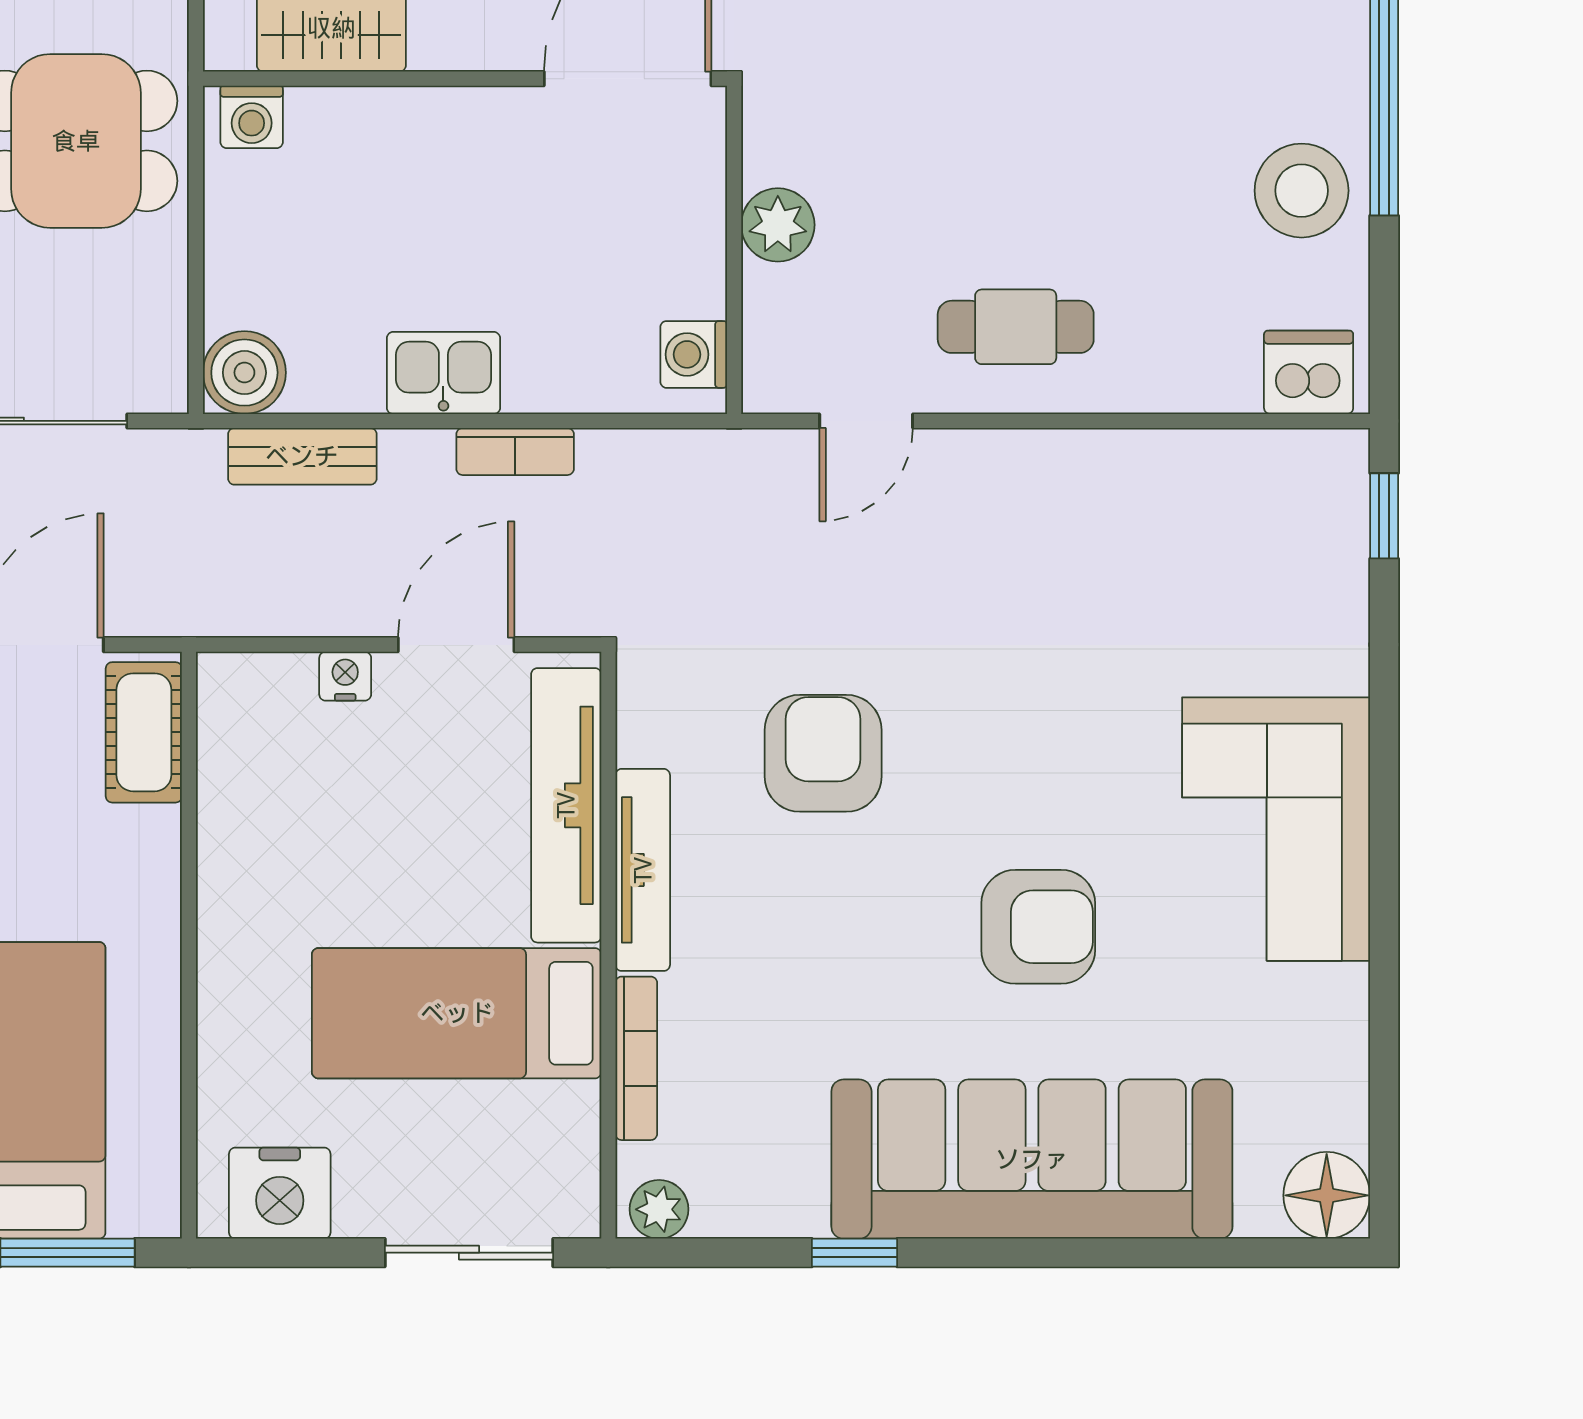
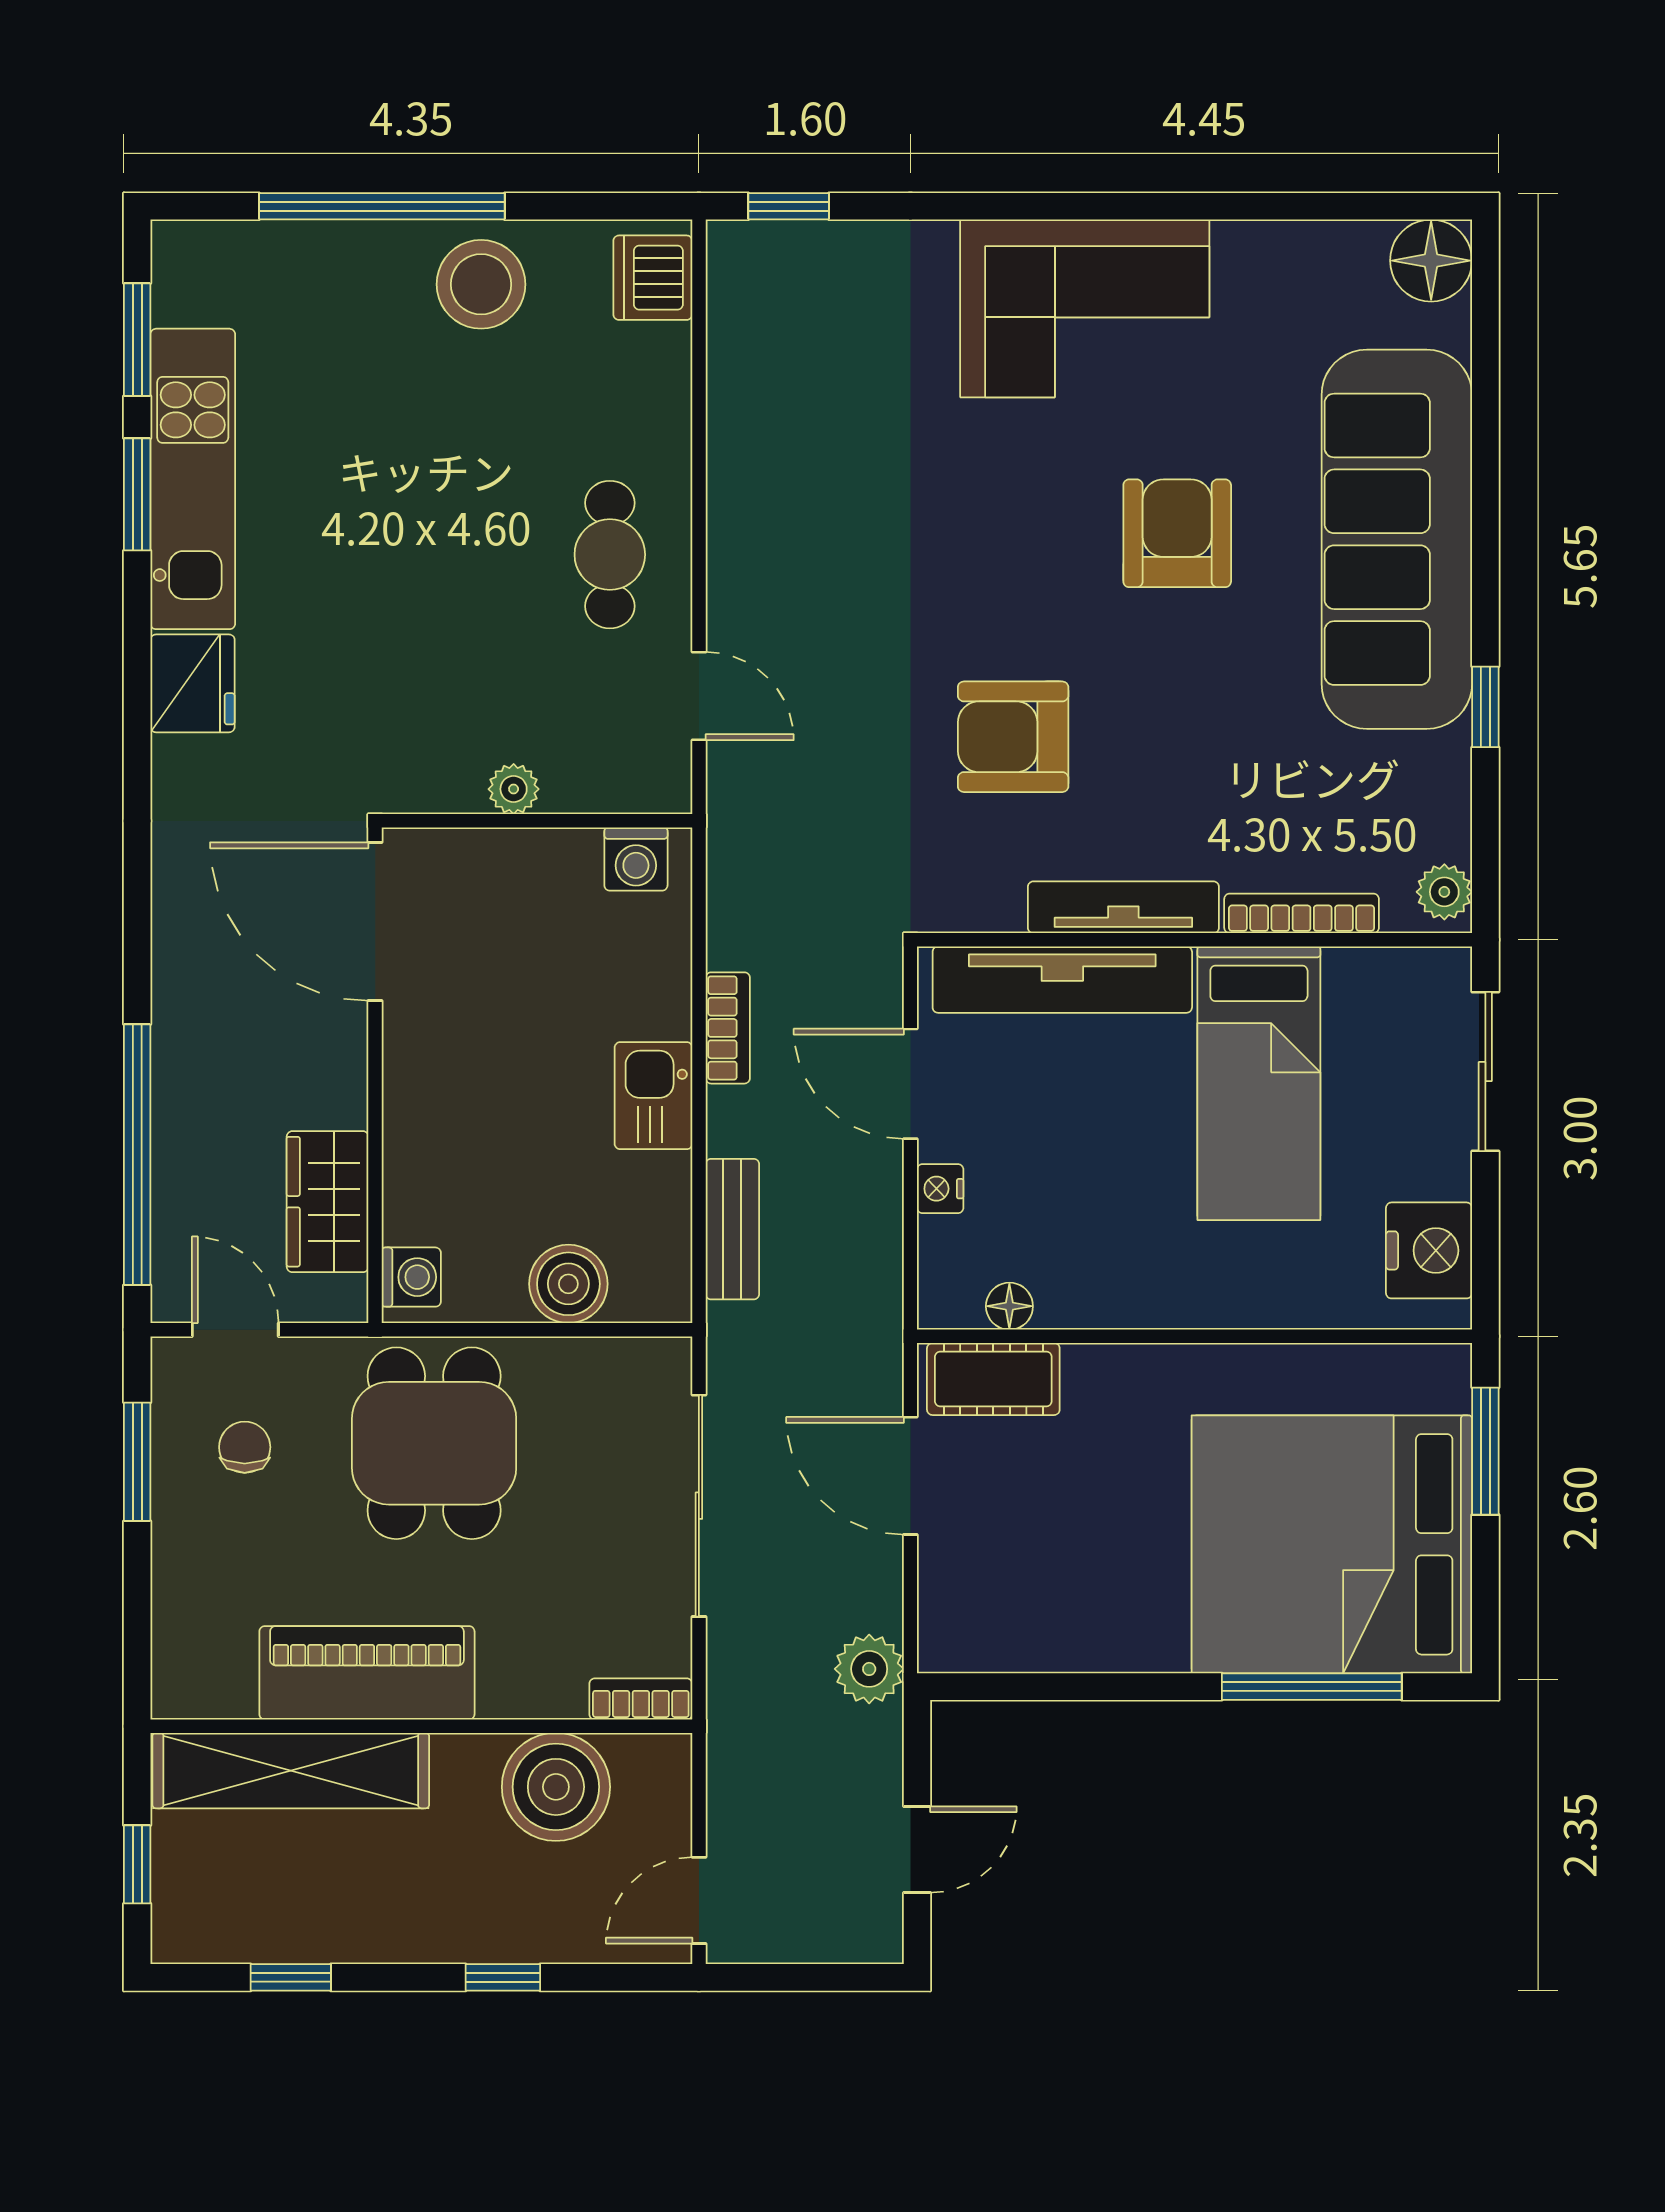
plant: (778, 225) -> (514, 789), width x0.73, depth x0.73
boiler: (244, 373) -> (568, 1284), moved
floor lamp: (221, 749) -> (1009, 1306), added

